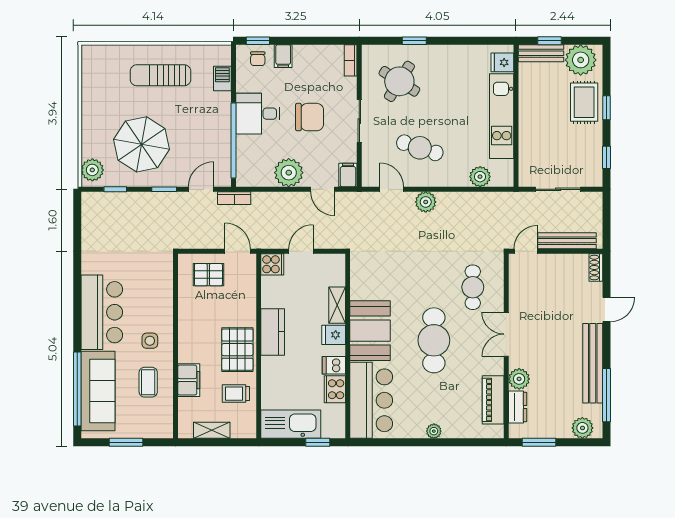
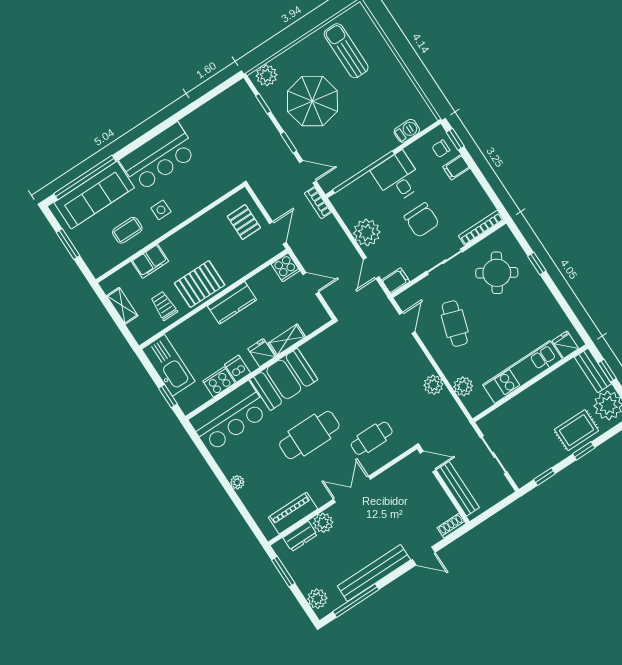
bookcase: (351, 60) -> (481, 228), width x1.56
sun lounger: (161, 75) -> (346, 51), moved
plant: (426, 202) -> (433, 385), moved

